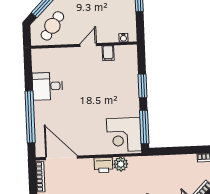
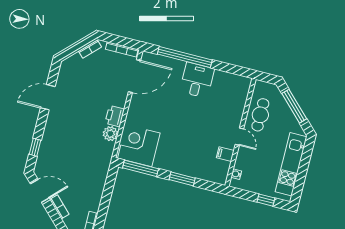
cafe table: (52, 26) -> (260, 115), moved, turned 55
desk: (47, 86) -> (197, 80), moved

